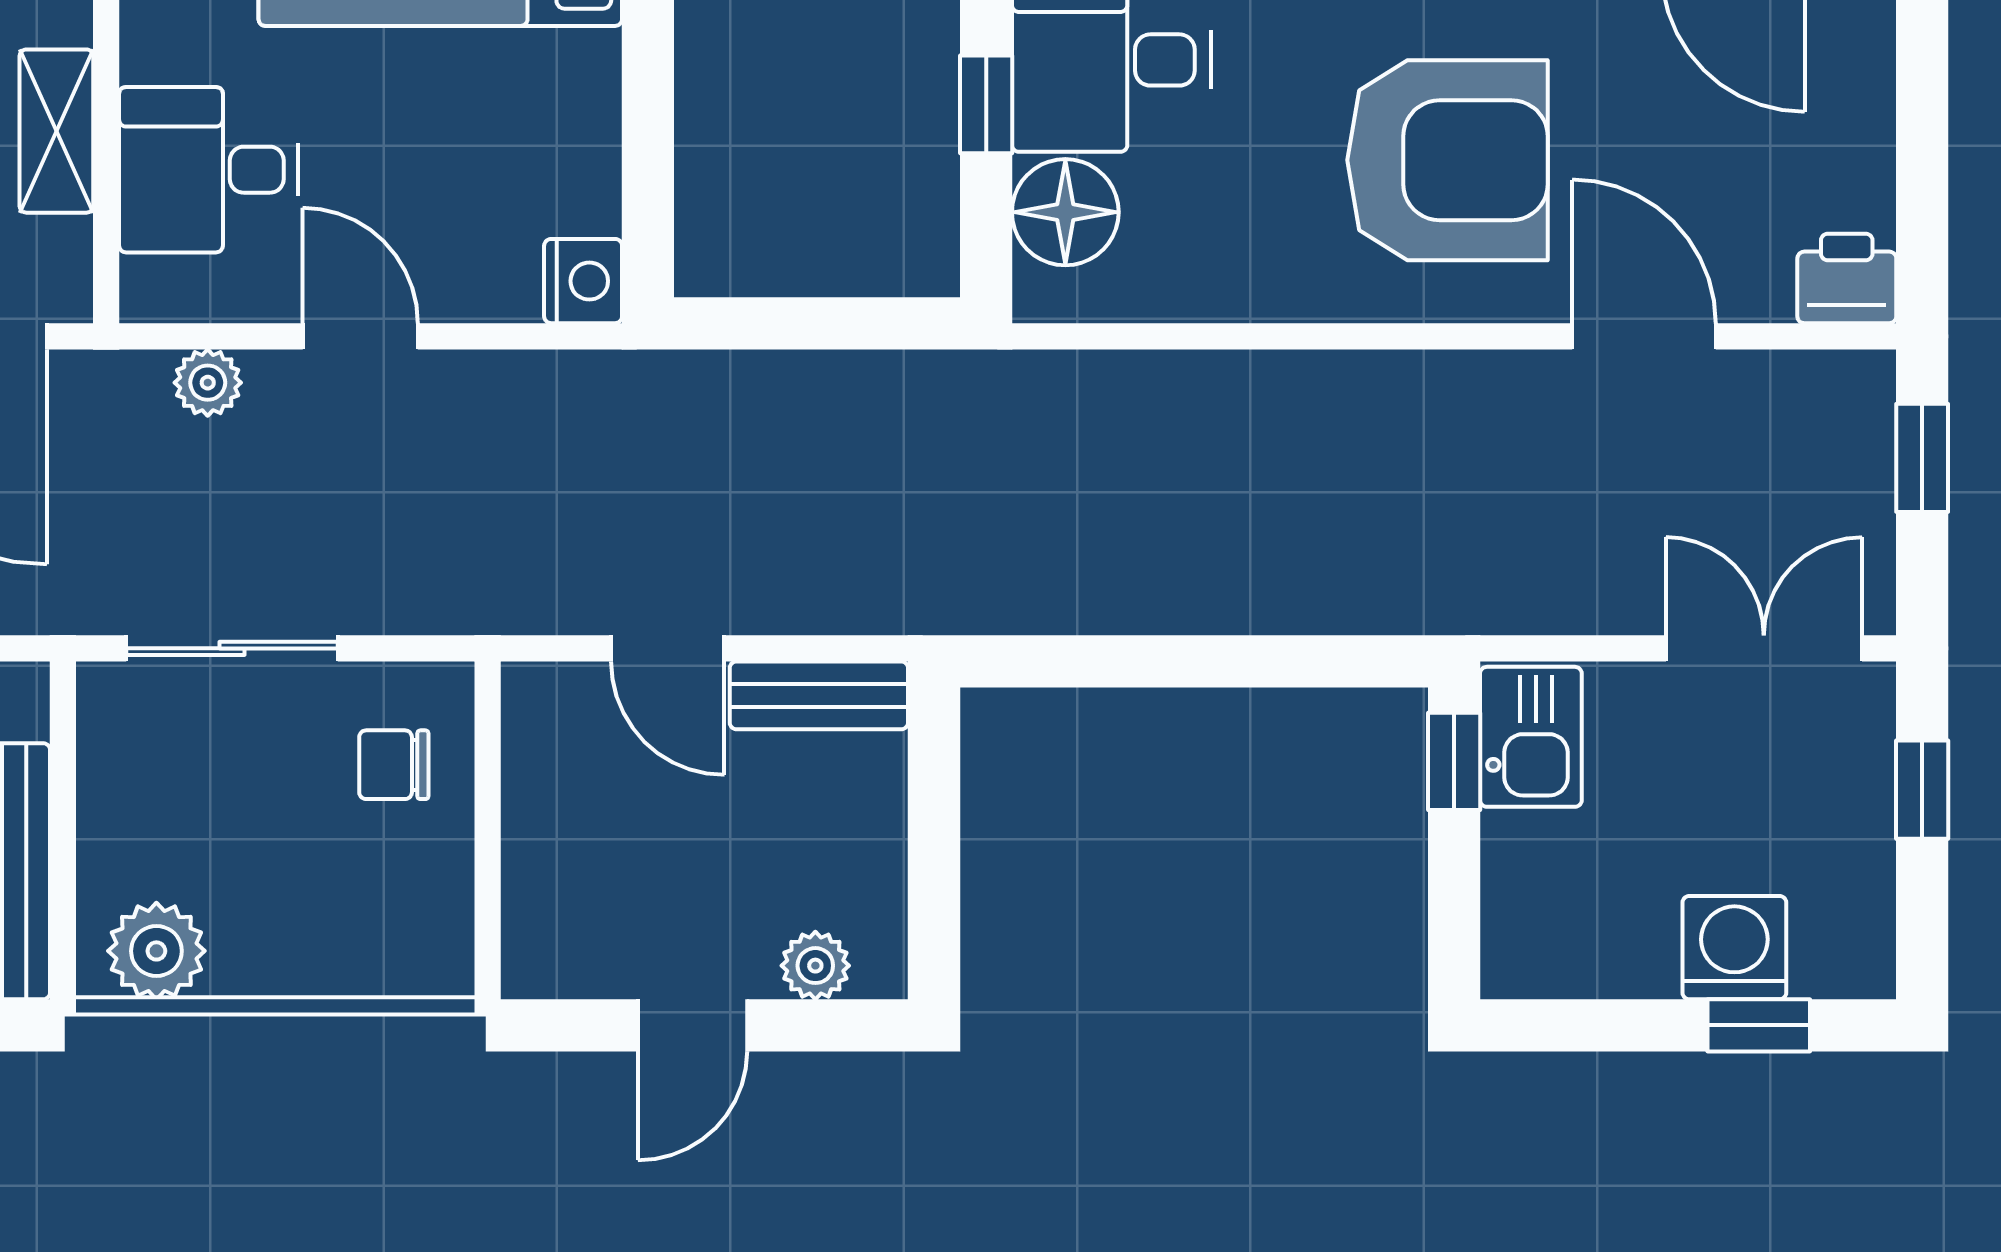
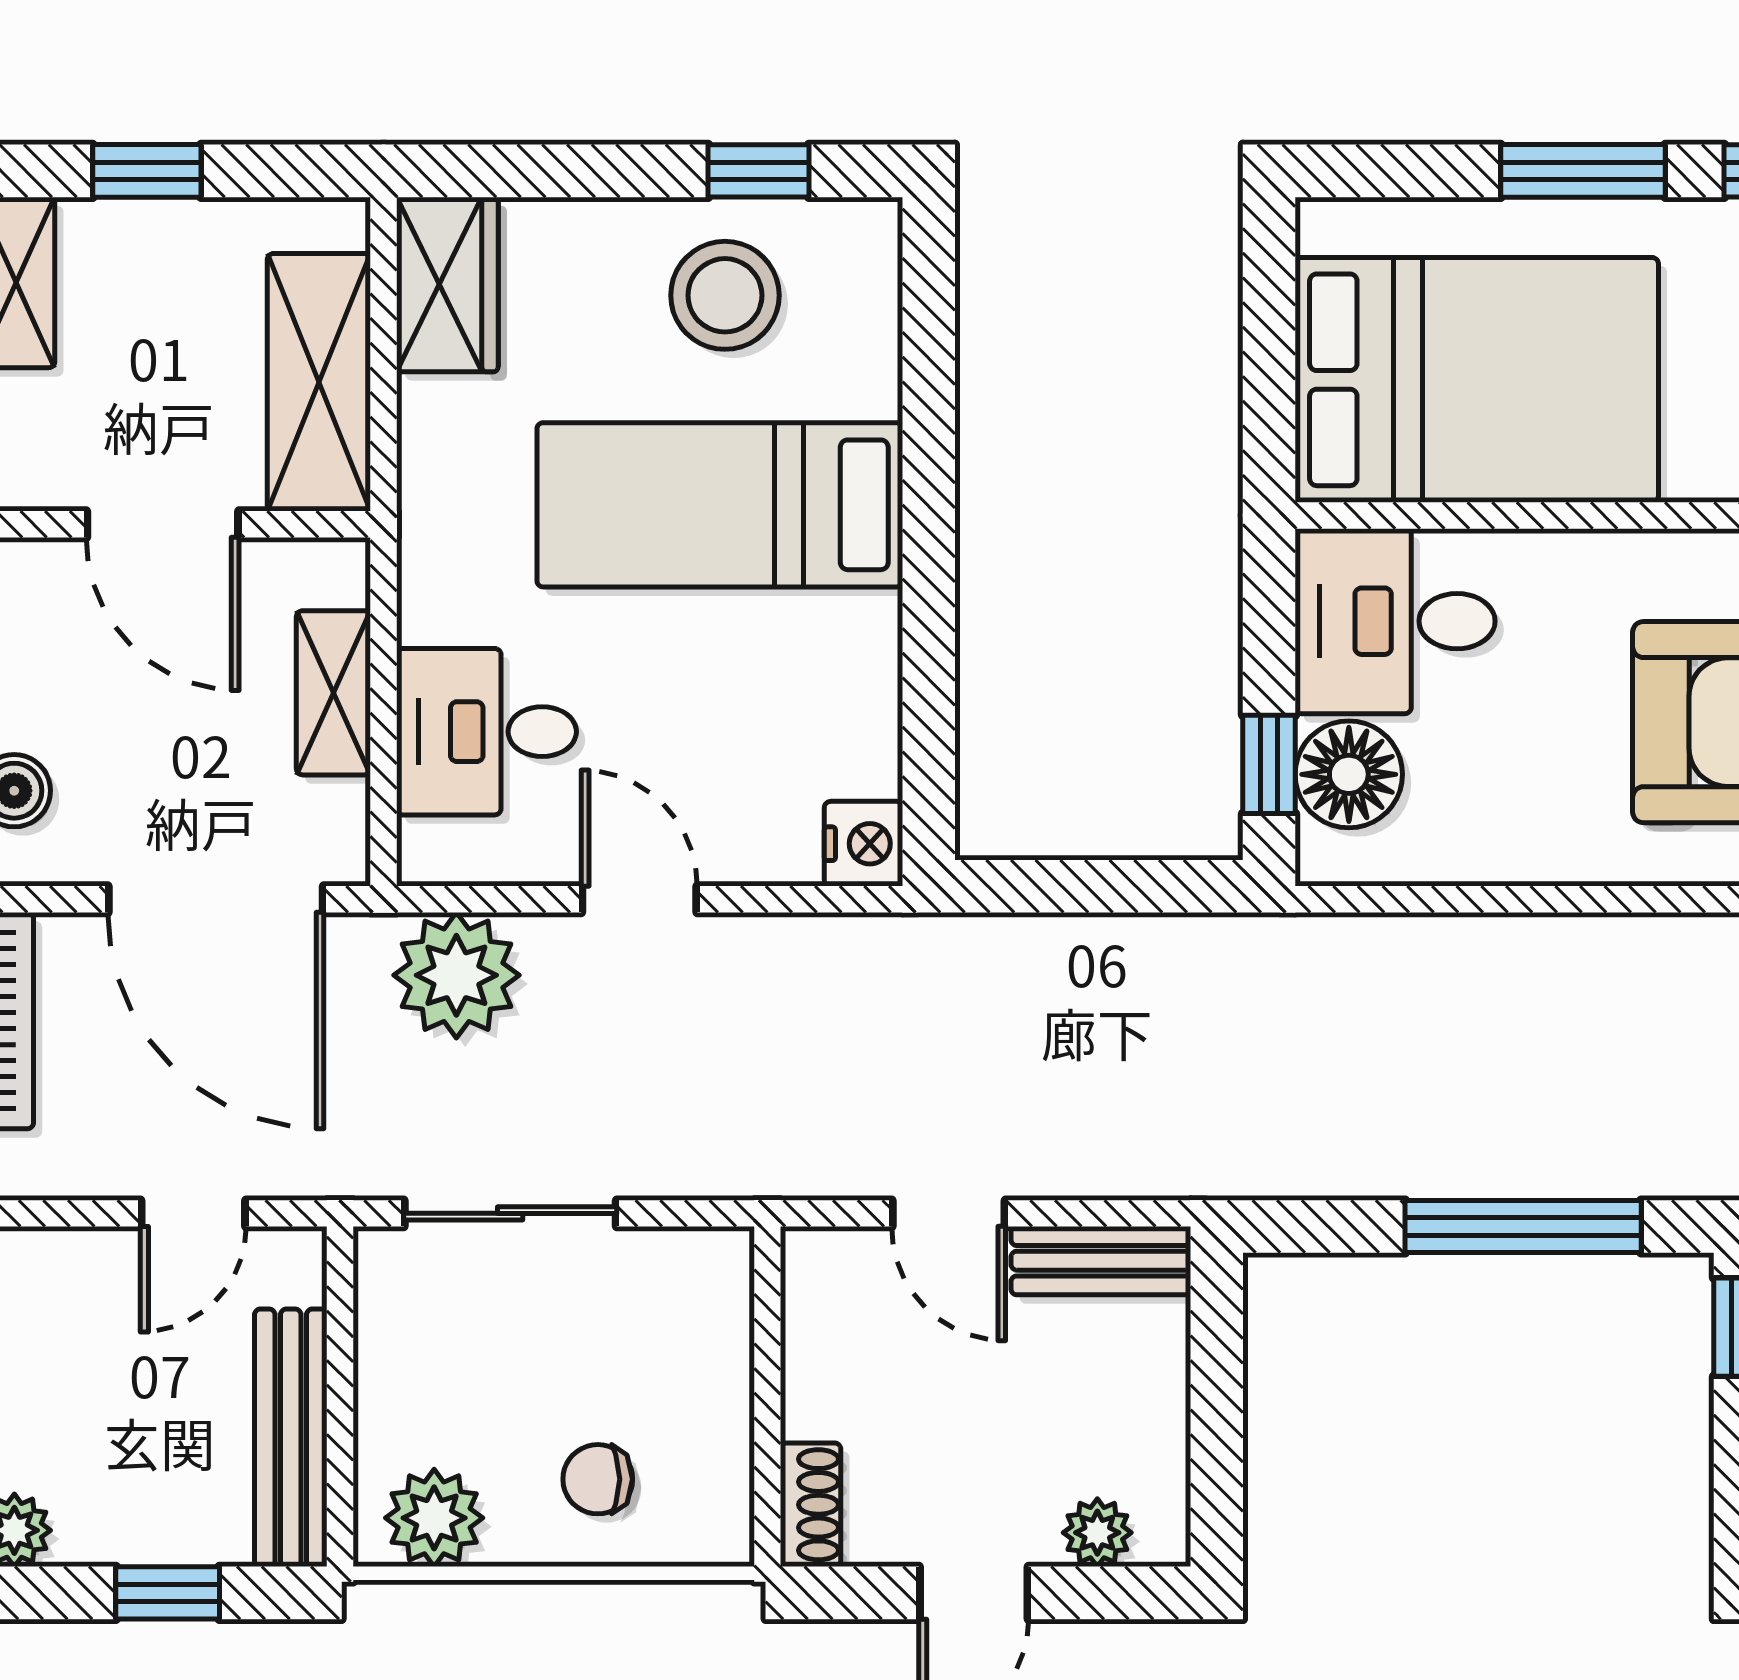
window: (986, 104) -> (1269, 764), moved
plant: (208, 383) -> (456, 975), width x1.87, depth x1.87
window: (1239, 661) -> (1523, 1226), added
chair: (394, 765) -> (598, 1479), moved
shoe rack: (530, 938) -> (811, 1505), added

